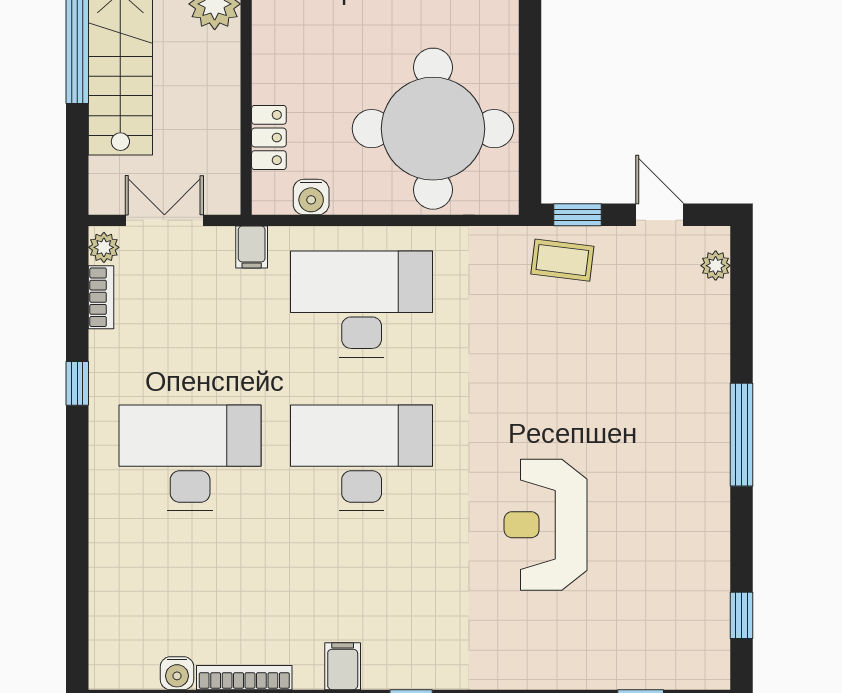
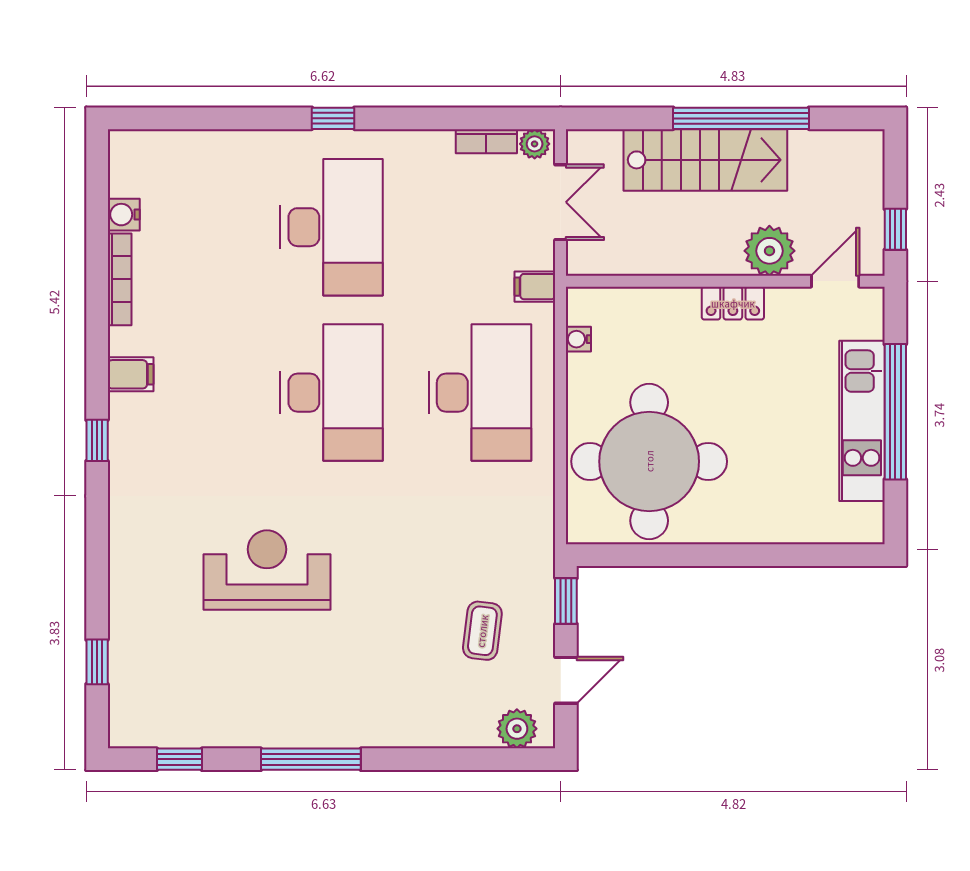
locker: (269, 138) -> (733, 303), moved
water cooler: (311, 197) -> (578, 339), width x0.72, depth x0.72
coffee table: (562, 260) -> (482, 631), moved
plant: (716, 266) -> (517, 729), width x1.38, depth x1.38
window: (77, 383) -> (333, 118), moved
window: (742, 435) -> (311, 759), moved

